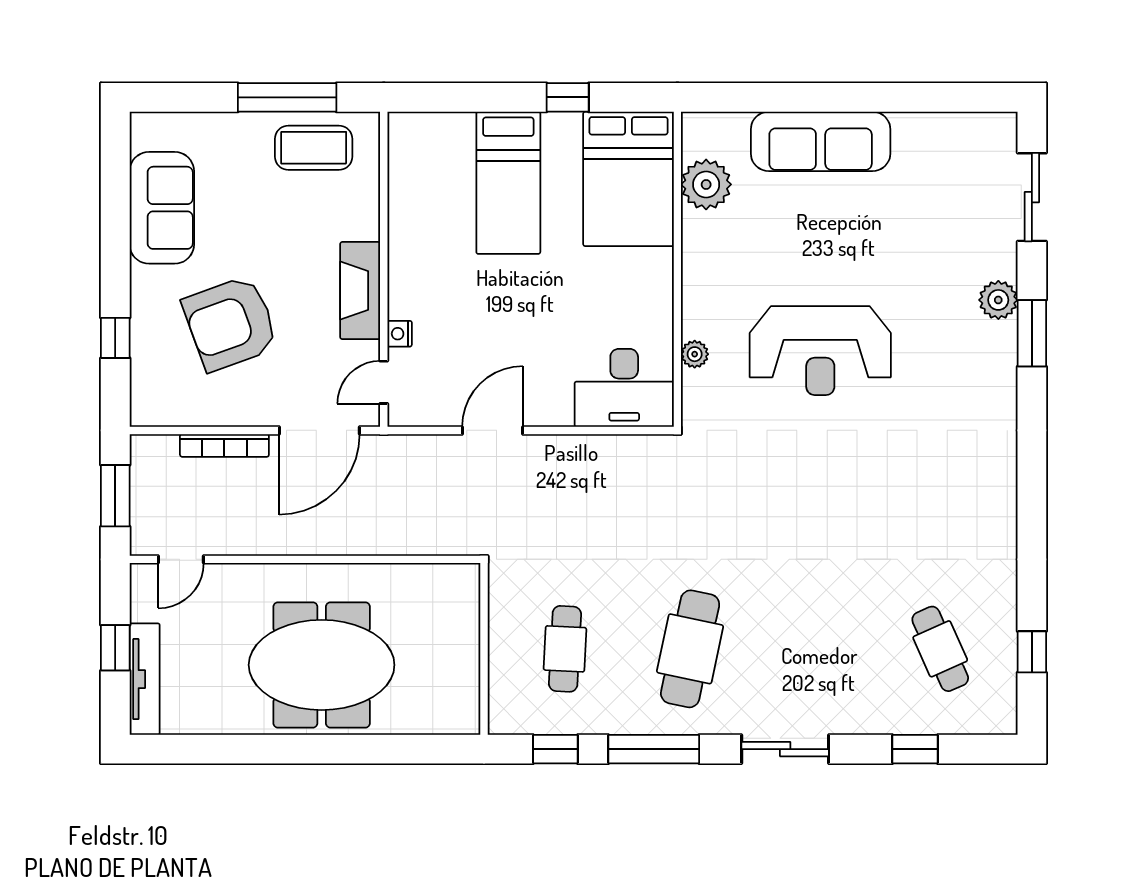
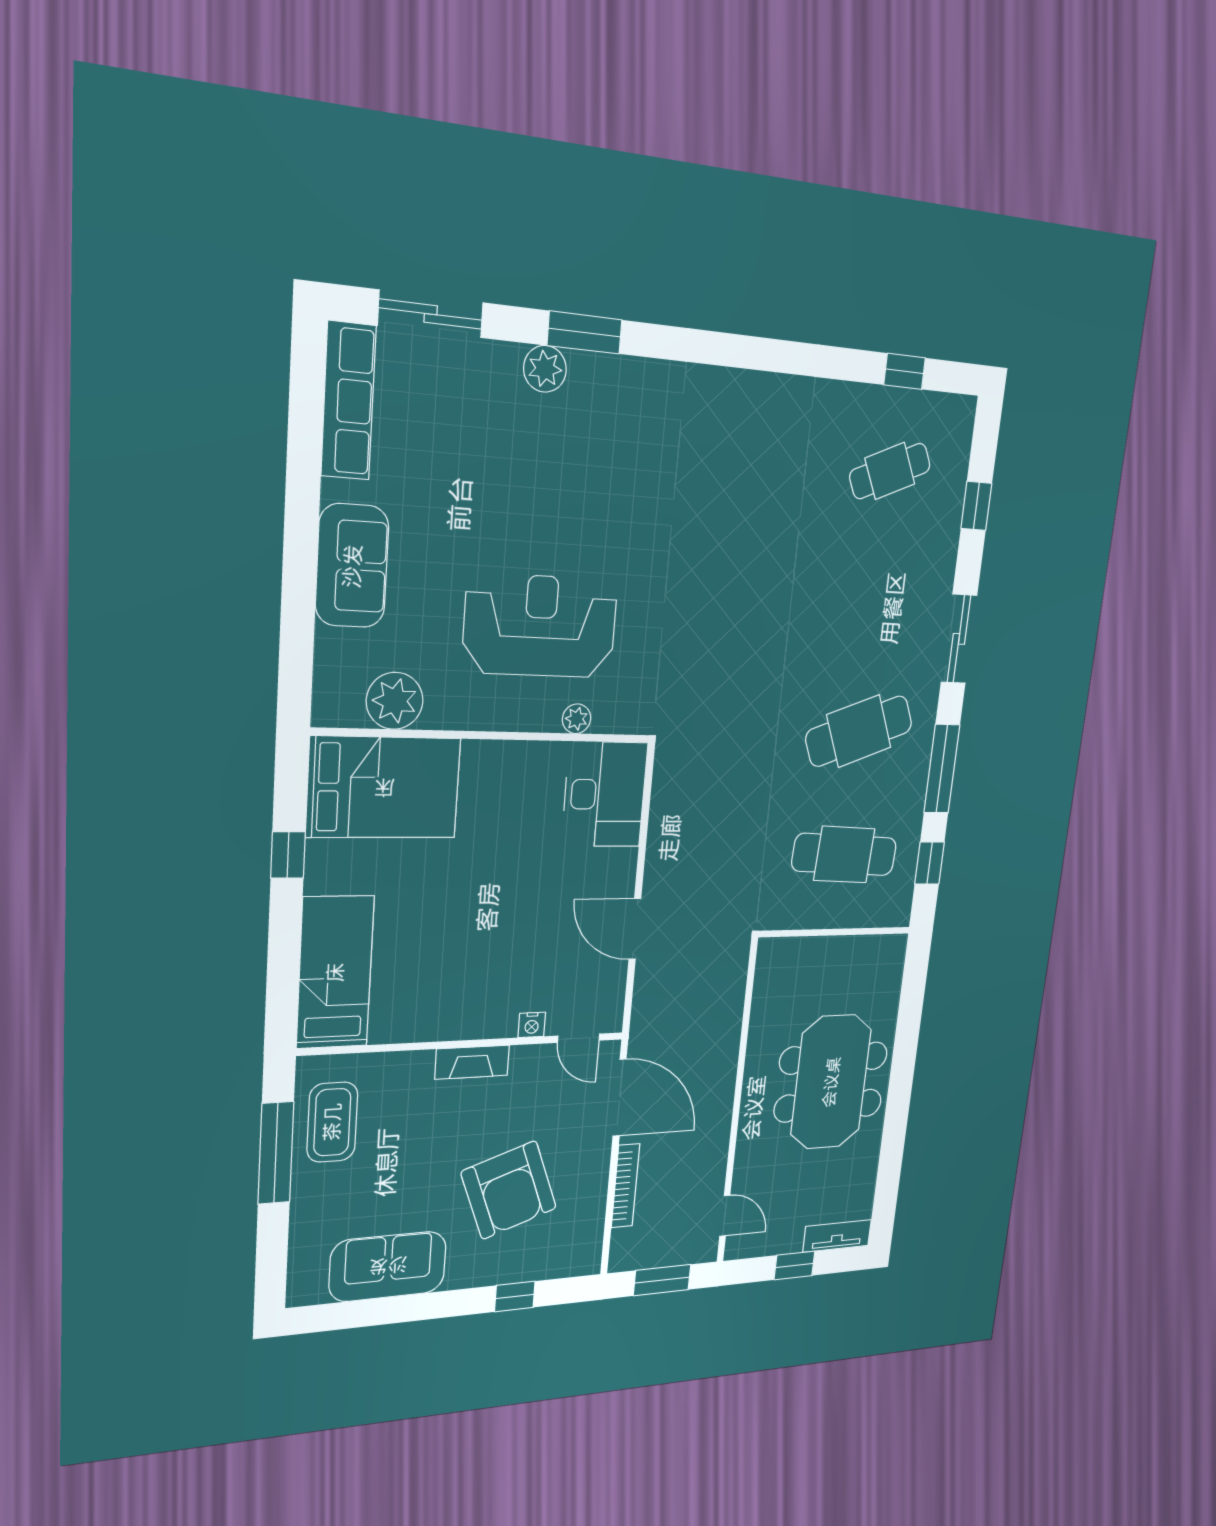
row of seats: (955, 132) -> (348, 401), added
sofa: (821, 141) -> (352, 566), width x0.73
bed: (508, 183) -> (335, 972), moved, turned -90
fireplace: (360, 291) -> (472, 1062), width x0.73, depth x0.76
reception desk: (820, 351) -> (540, 626), moved, turned -90
cafe table: (565, 649) -> (844, 854), width x1.37, depth x1.35
cafe table: (690, 649) -> (859, 731), turned -33
tv unit: (145, 679) -> (837, 1236), width x0.71

